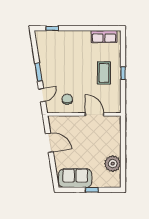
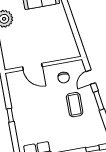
coffee table: (104, 73) -> (75, 105), moved
door: (49, 143) -> (74, 29), removed

